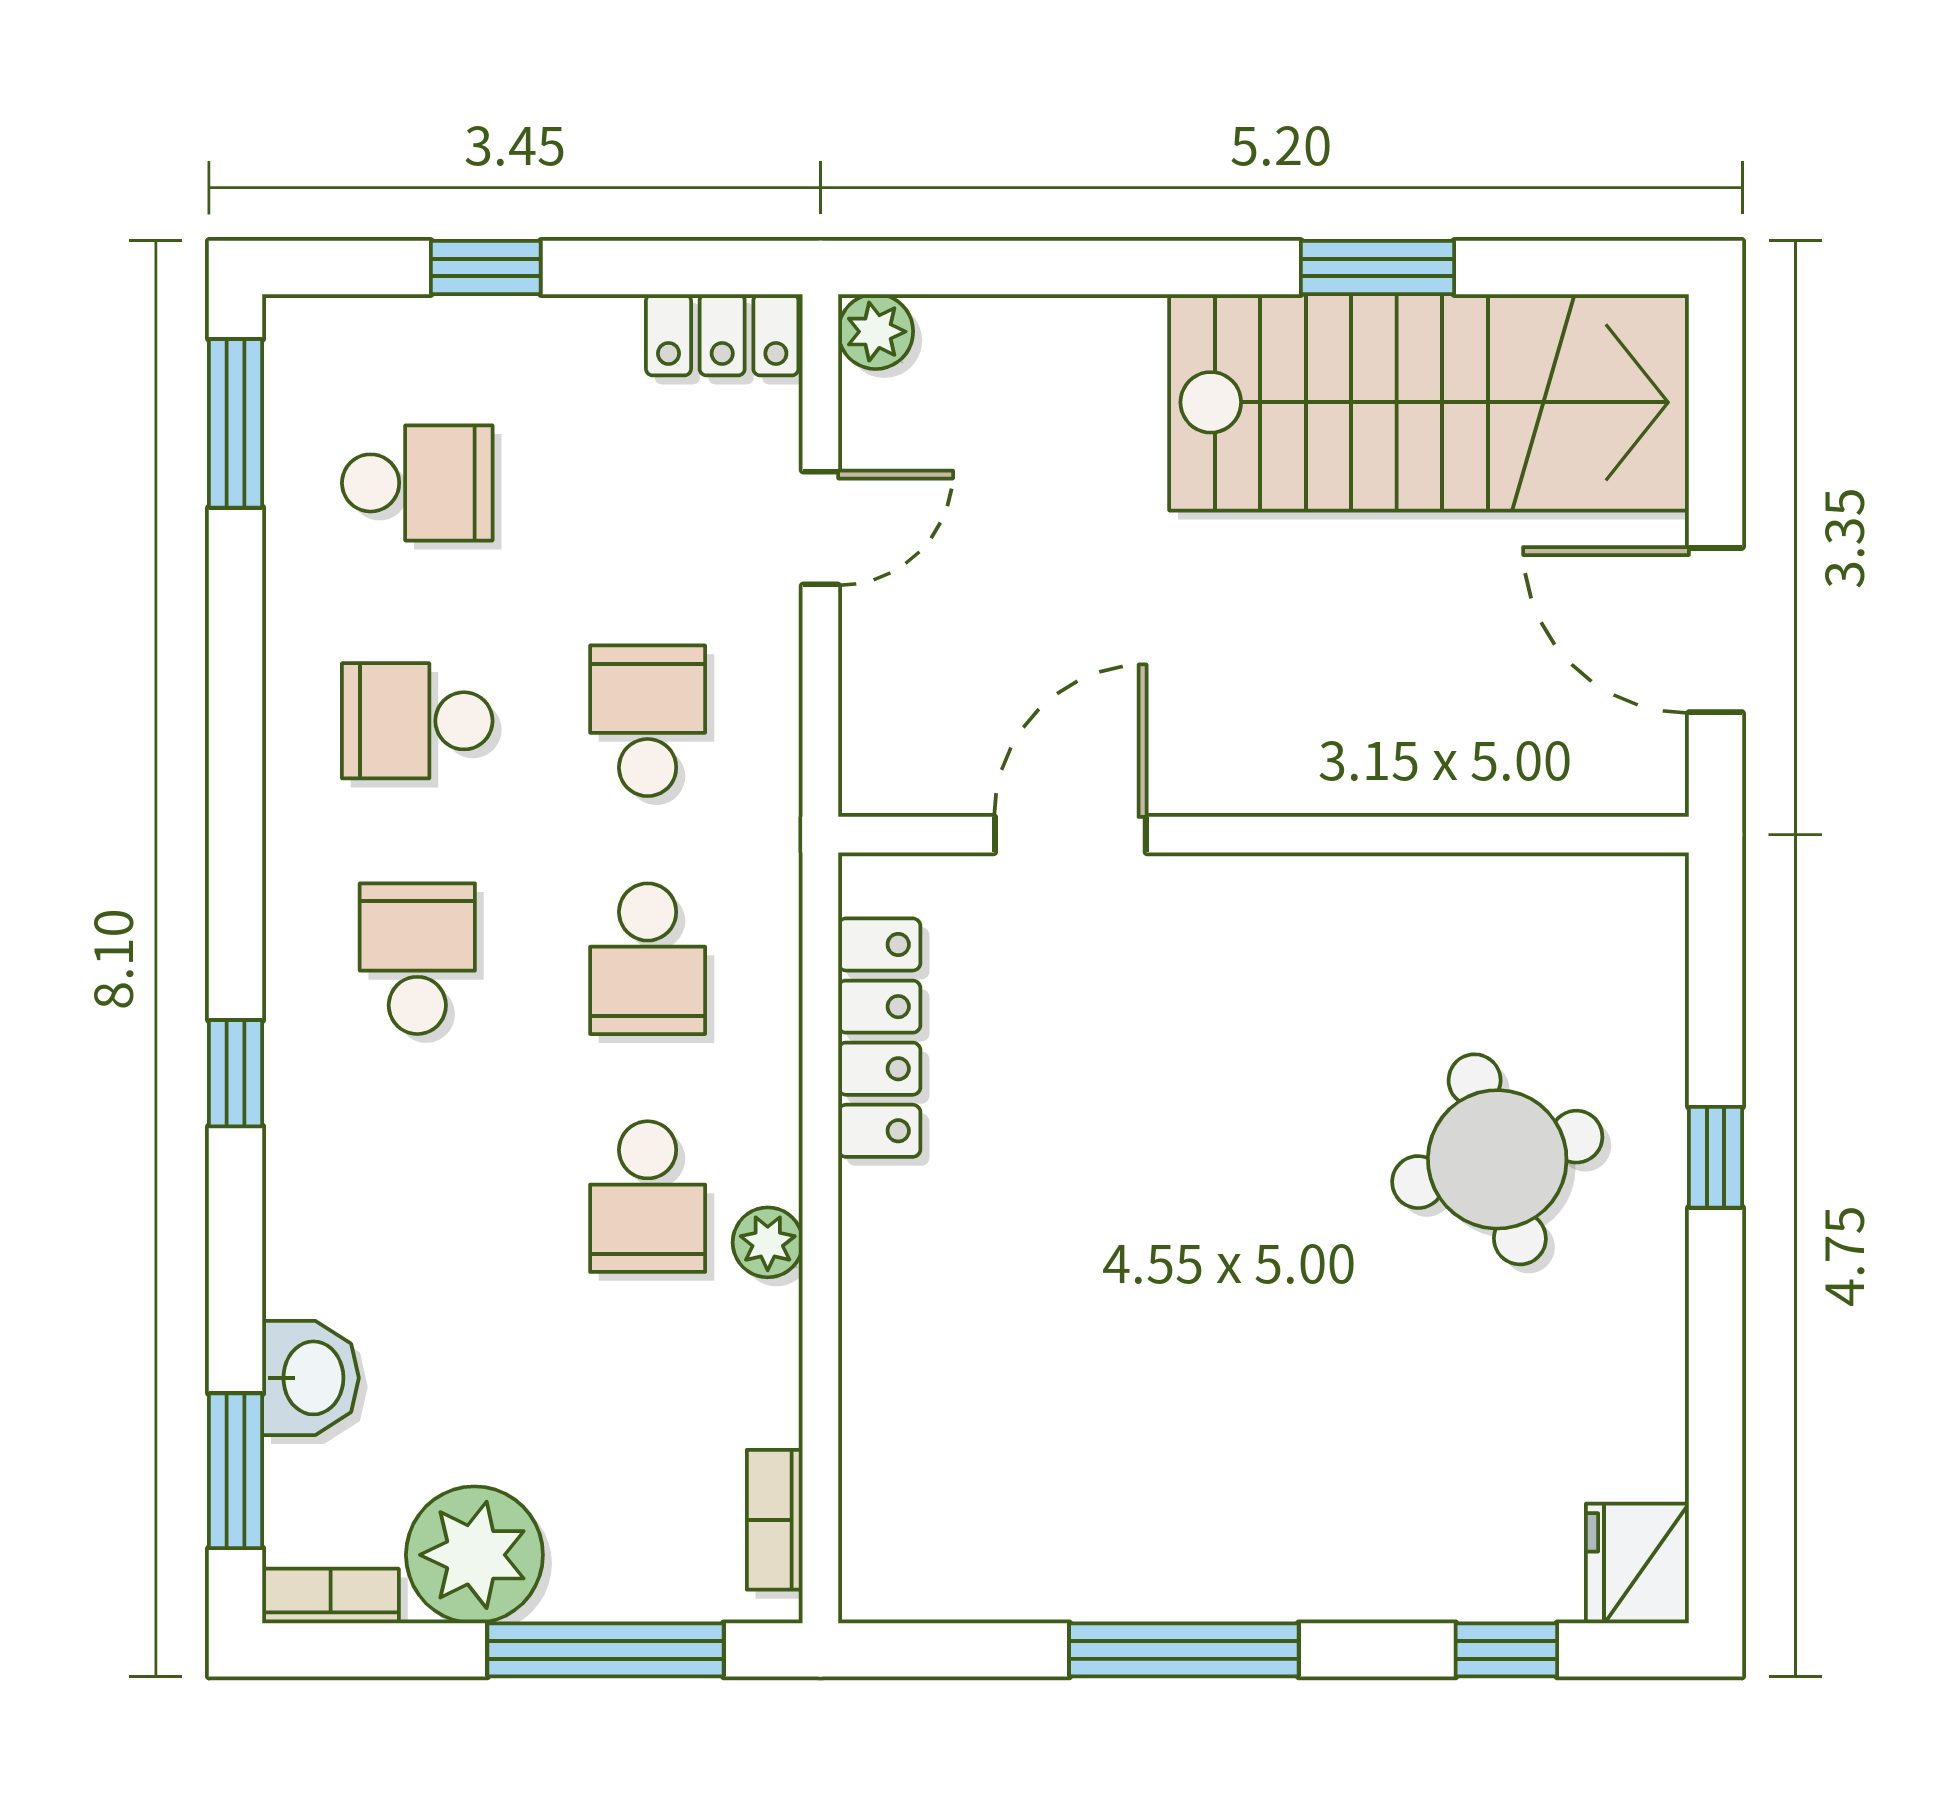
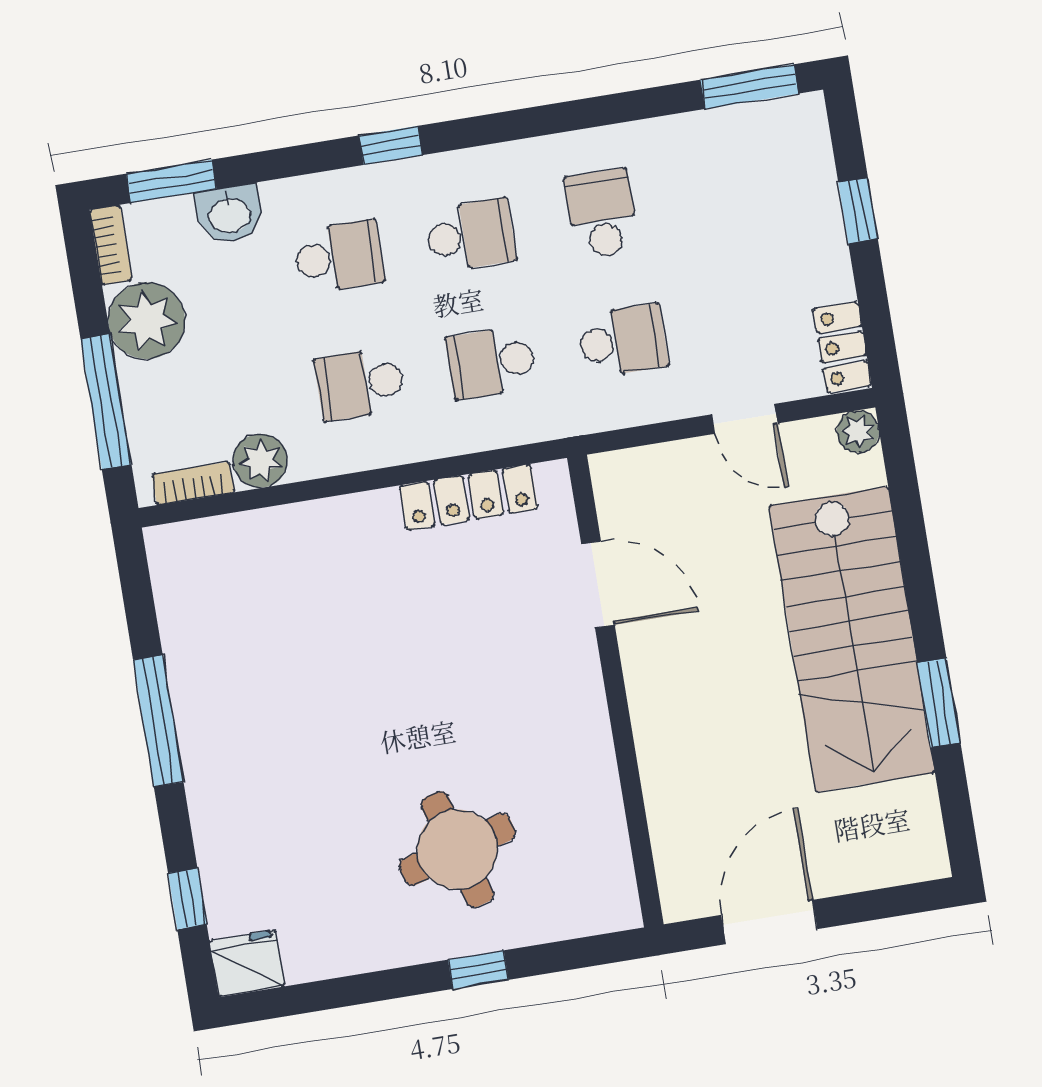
stairs: (1429, 402) -> (852, 639), moved
school desk: (417, 483) -> (339, 257), moved, turned -90
plant: (768, 1242) -> (260, 461), moved, width x1.38, depth x1.38

